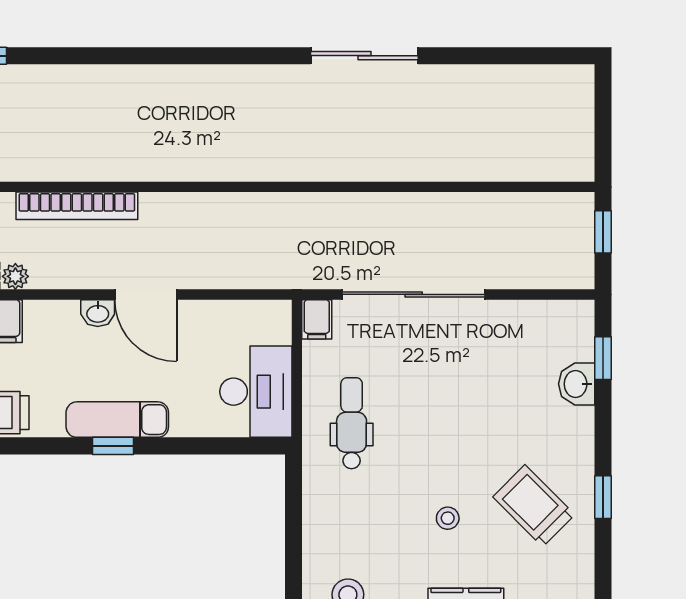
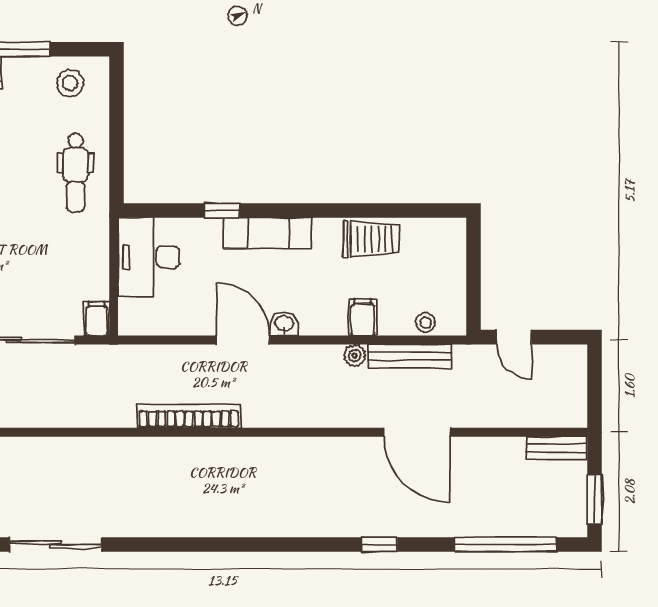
bookcase: (77, 206) -> (189, 416), moved
dental chair: (352, 423) -> (76, 173), moved
window: (113, 446) -> (222, 210), moved

